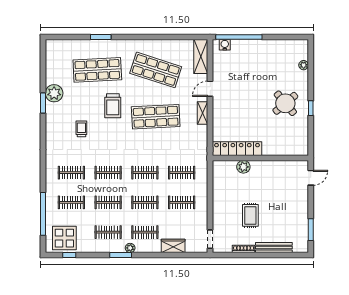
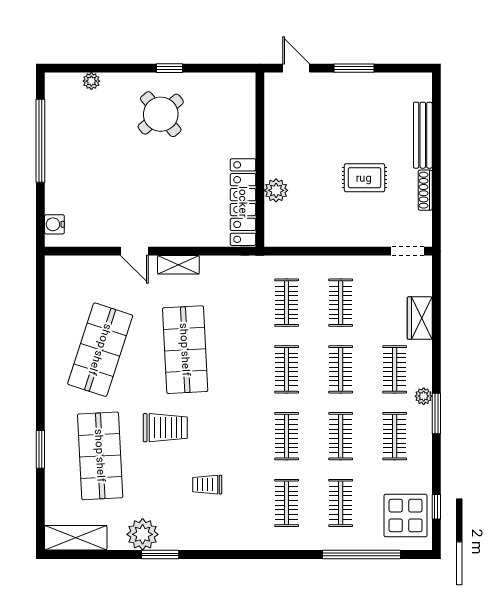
window: (239, 37) -> (40, 141), moved
shelving: (201, 57) -> (76, 538), moved
window: (311, 230) -> (354, 68), moved

